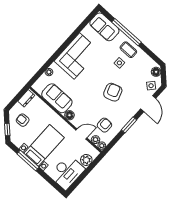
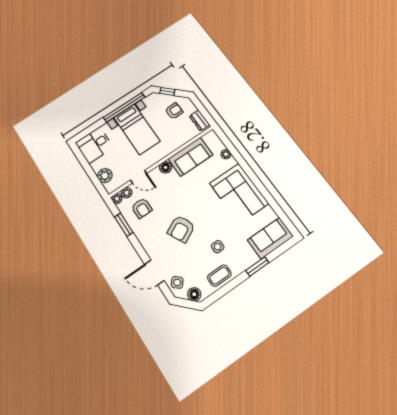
window: (127, 32) -> (257, 267), width x0.47
coffee table: (128, 50) -> (219, 276), moved
armchair: (113, 92) -> (181, 229), turned 82
window: (129, 125) -> (124, 225), moved
door: (81, 134) -> (138, 177), hinge flipped
window: (28, 161) -> (124, 107), width x1.46
desk: (67, 172) -> (94, 145), width x0.73

